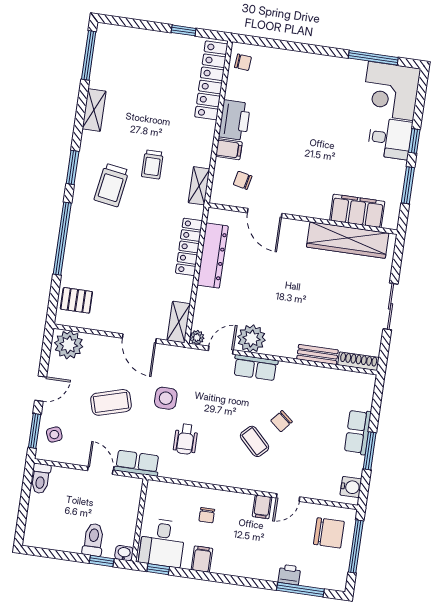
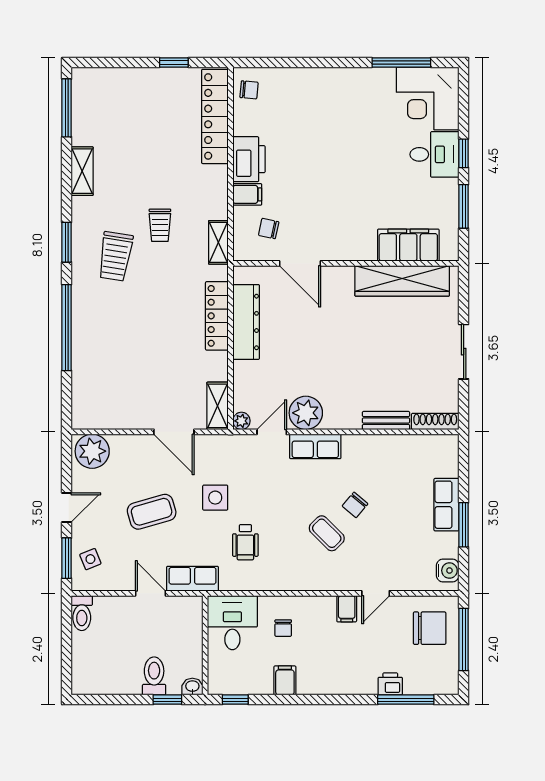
pallet: (76, 300) -> (94, 398), removed
desk: (162, 543) -> (232, 623), moved, turned 180

